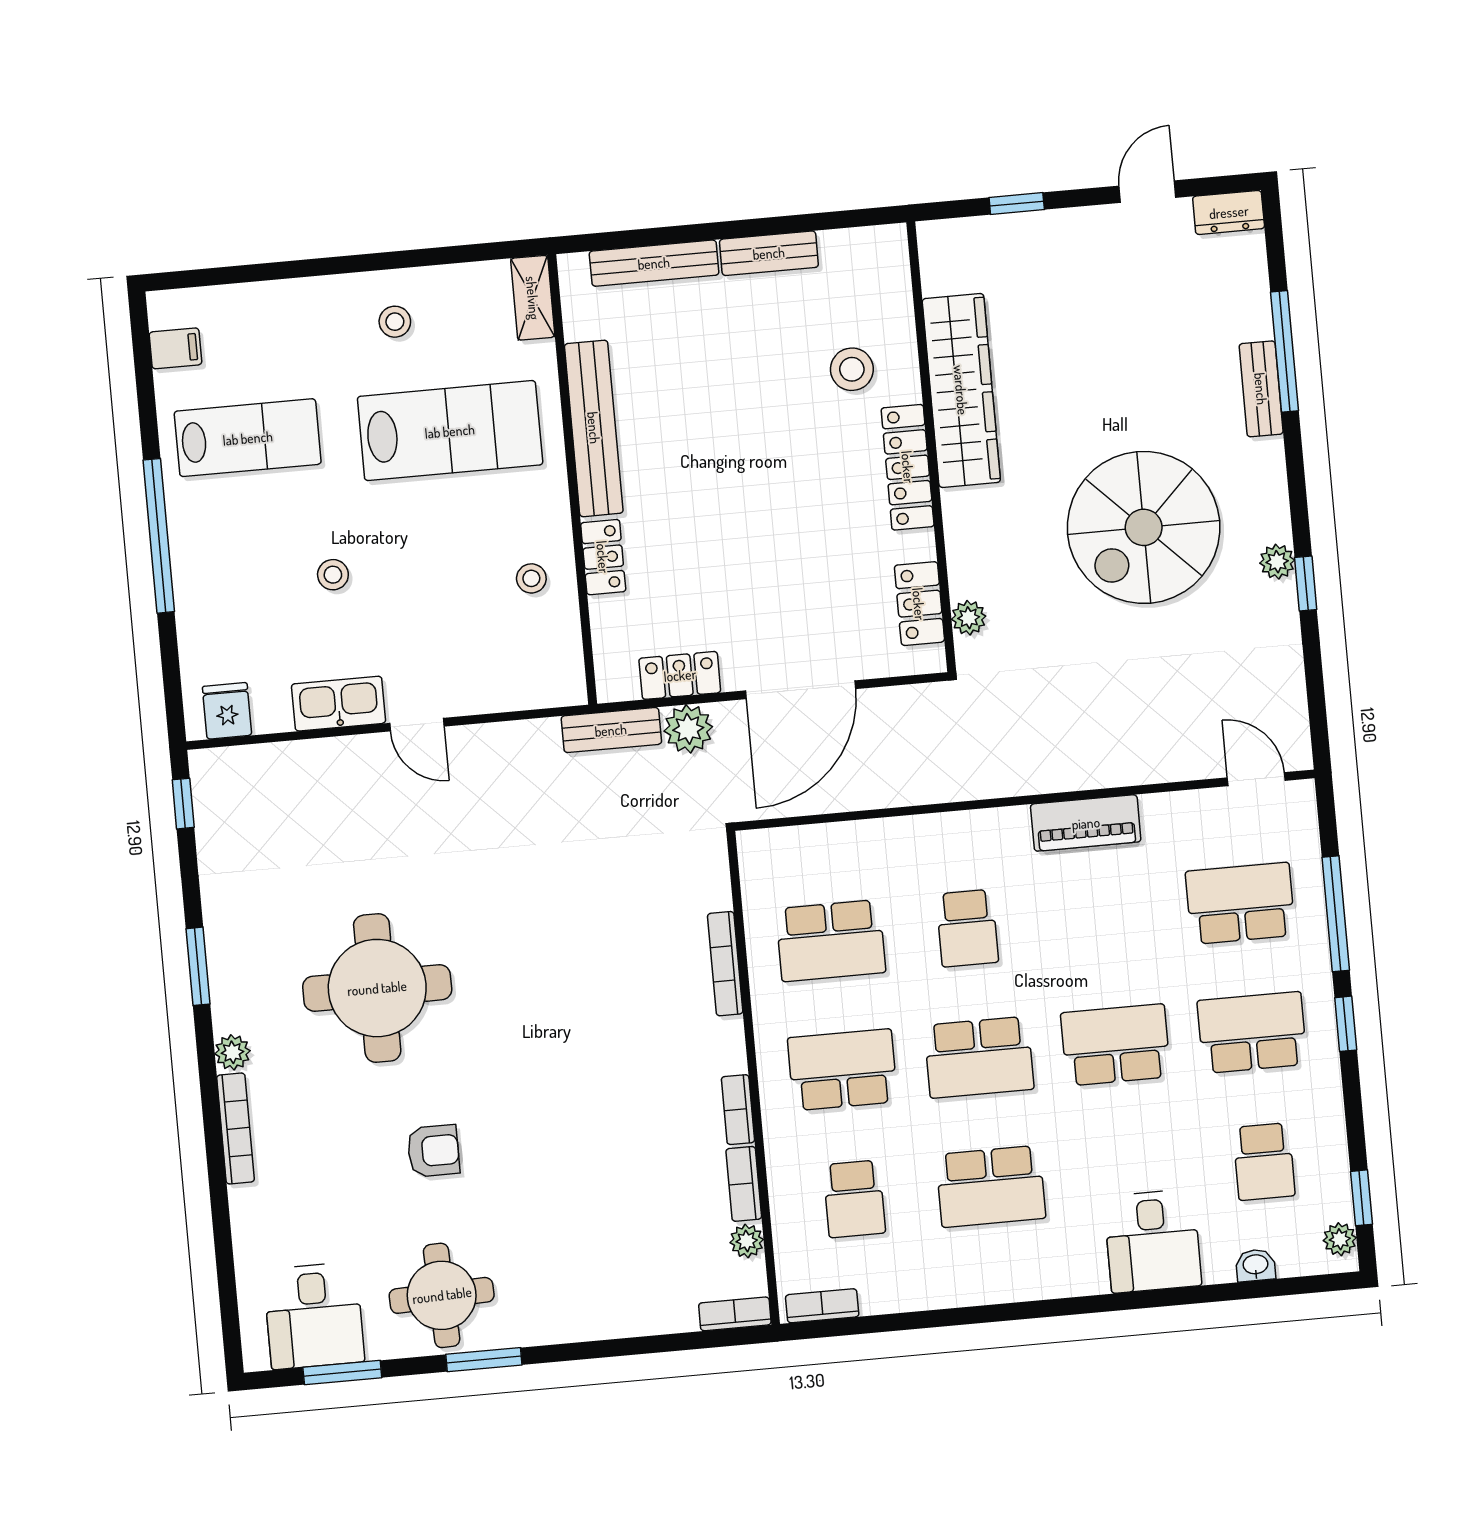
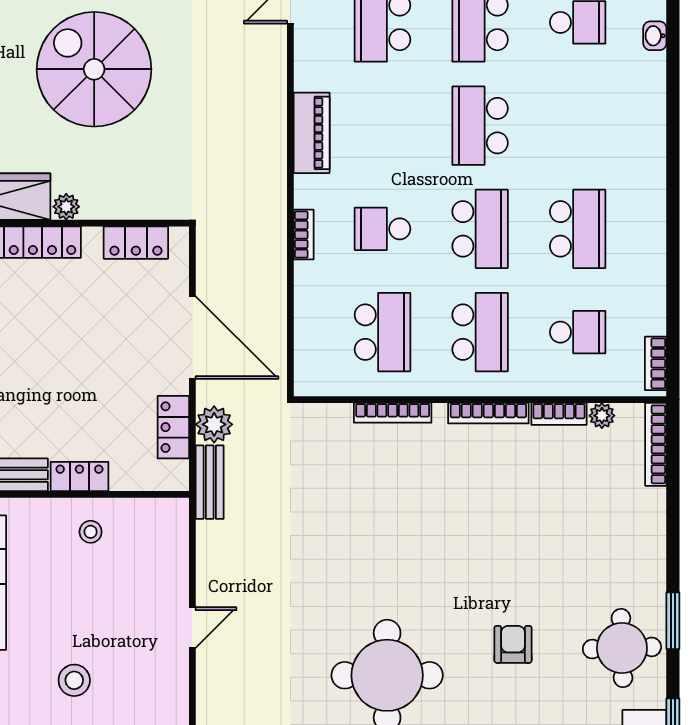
spiral stairs: (1144, 527) -> (94, 69), turned 180
stool: (333, 575) -> (74, 680), width x1.37, depth x1.37
plant: (969, 618) -> (66, 207), moved
kitchen sink: (339, 704) -> (171, 685), removed
bookcase: (950, 825) -> (304, 235), added
school desk: (967, 928) -> (382, 229), turned 180
school desk: (842, 1070) -> (480, 332), turned 180
bookcase: (738, 1110) -> (488, 413), width x1.56
desk: (1153, 1241) -> (630, 111), removed
bookcase: (735, 1314) -> (656, 444), width x1.56

